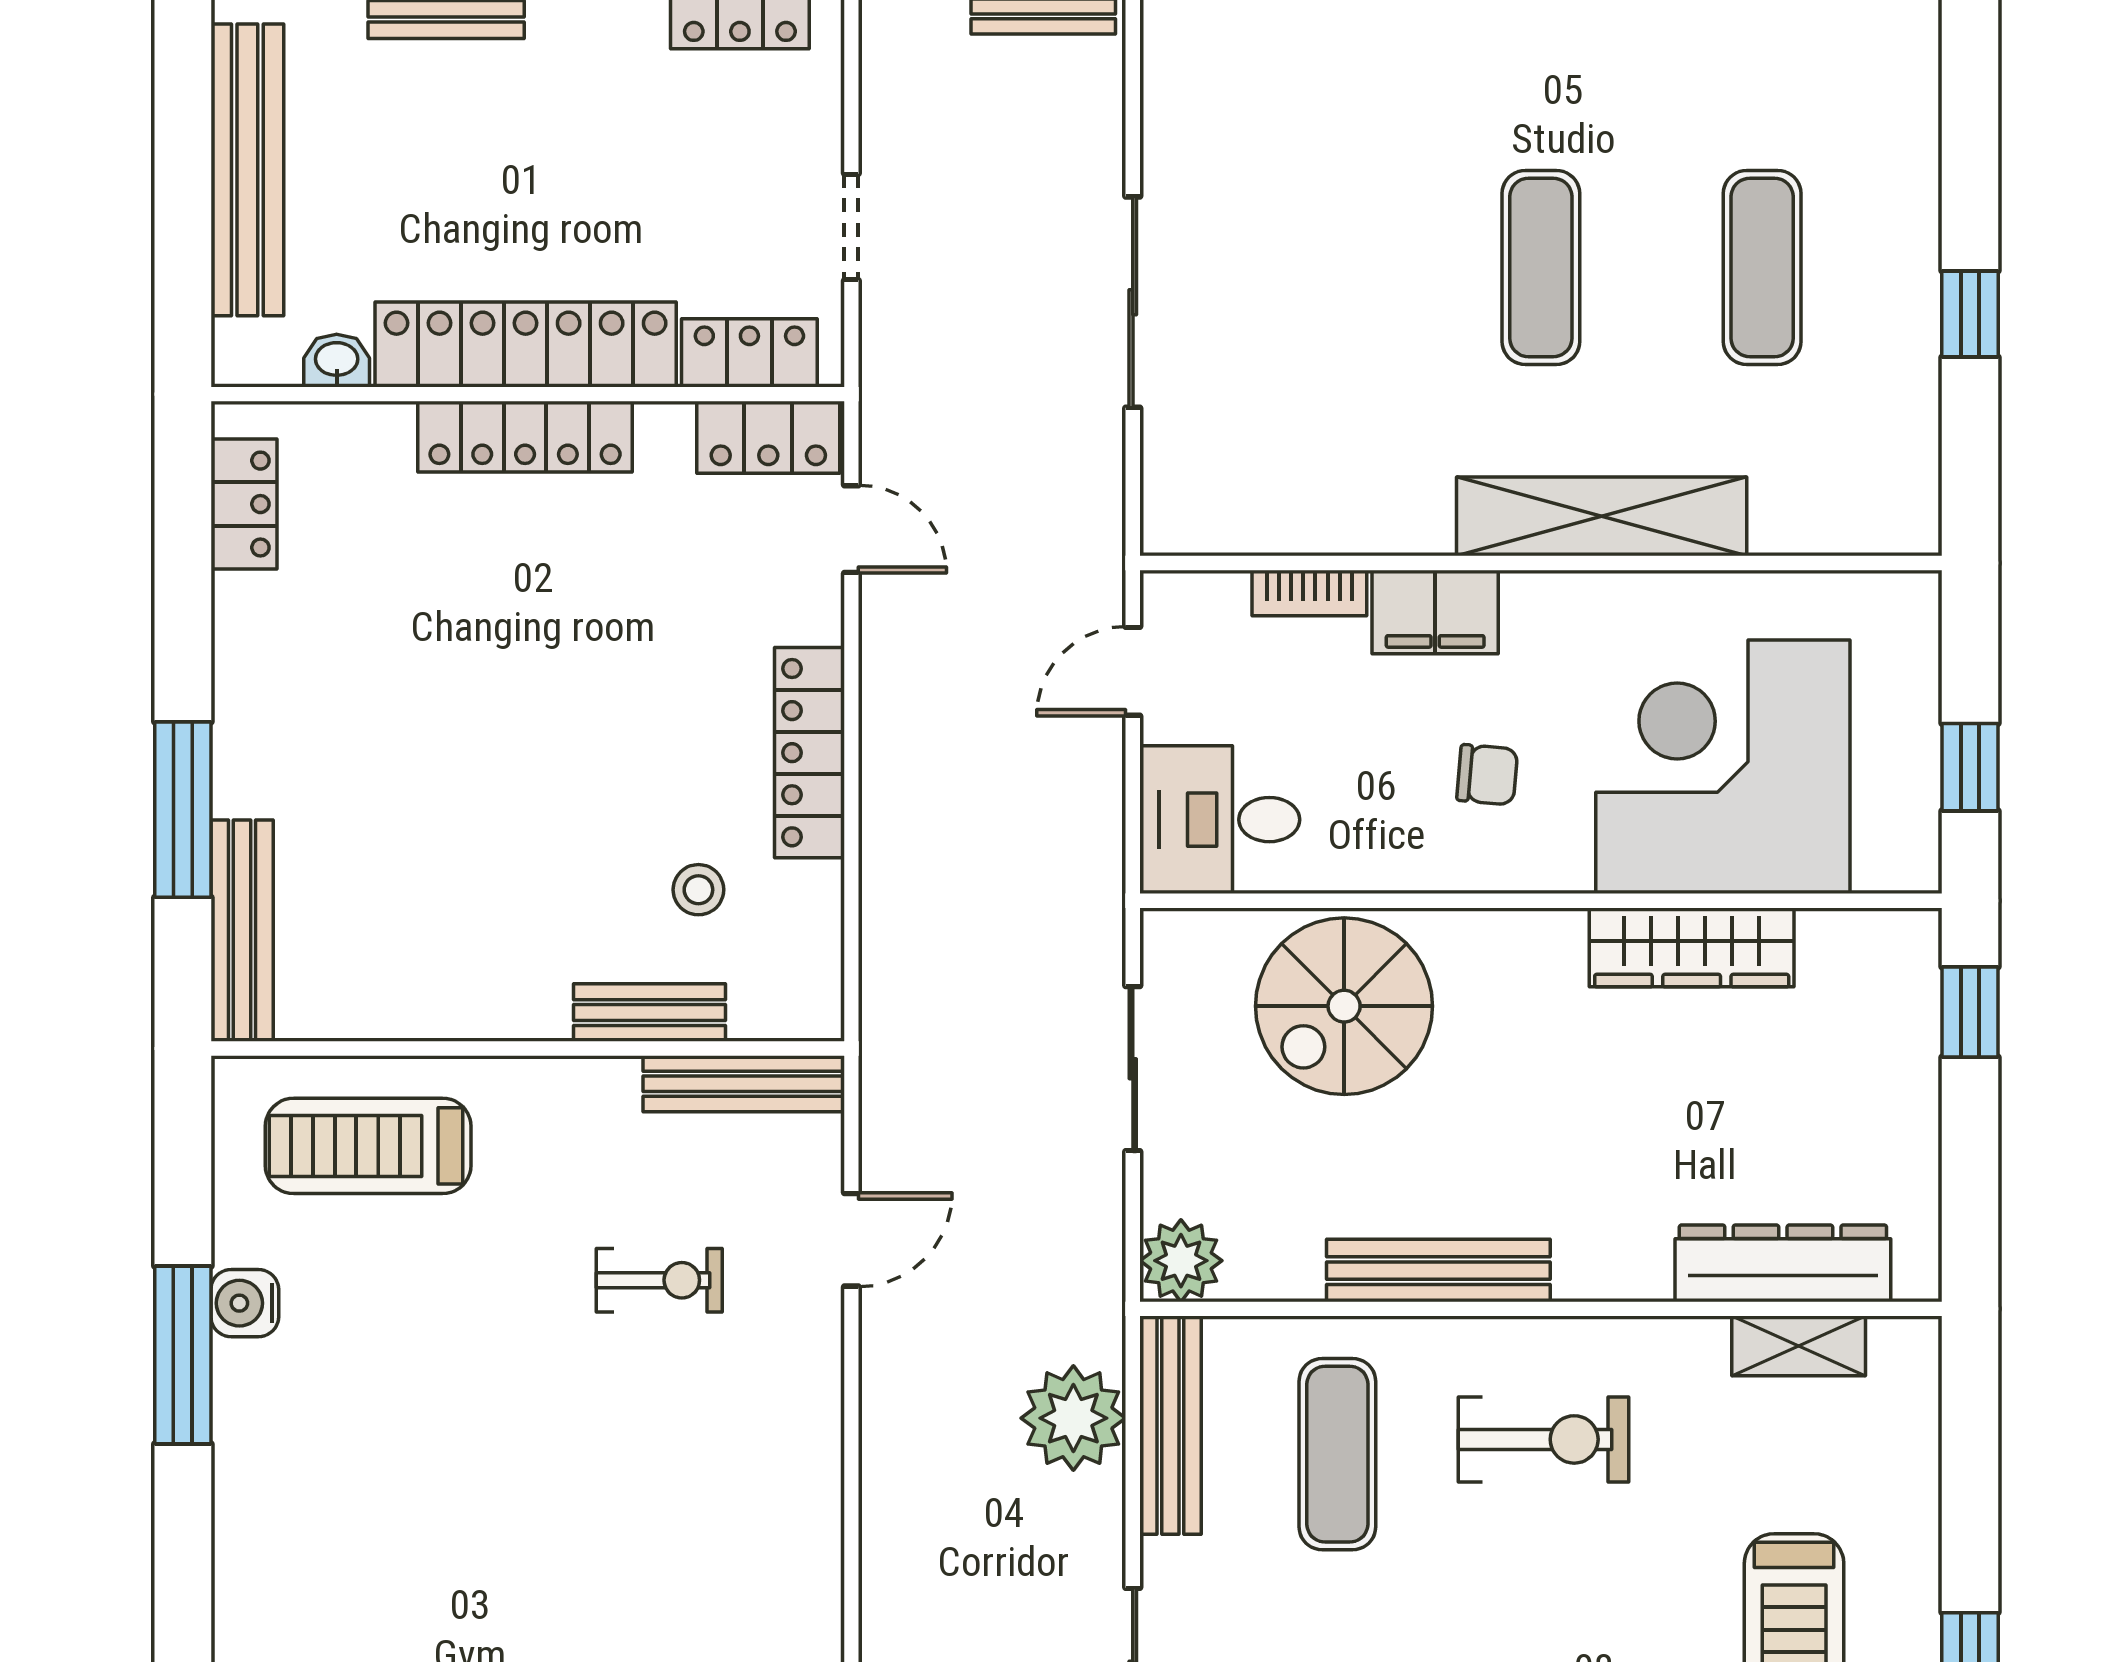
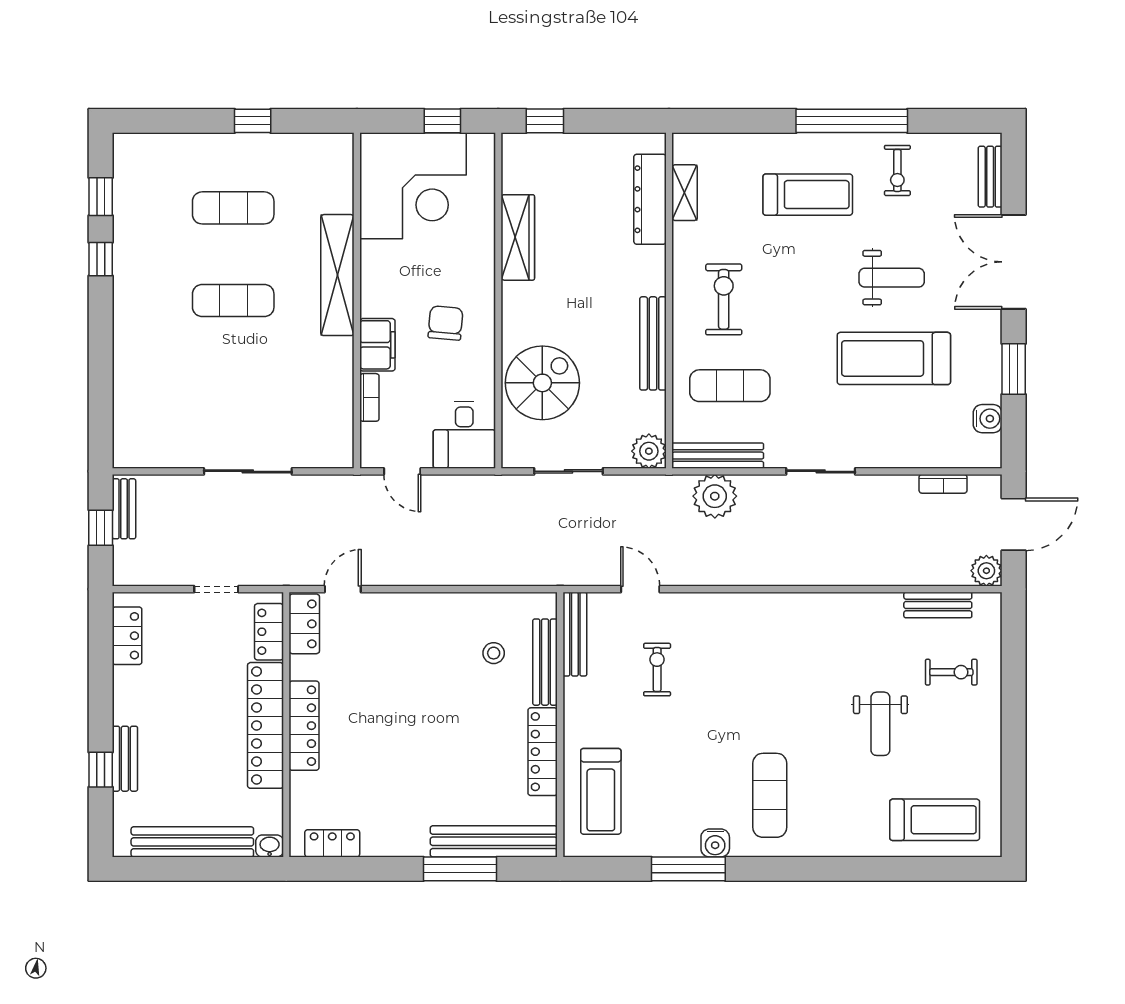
washbasin: (337, 361) -> (270, 846), moved, turned 90
locker: (809, 753) -> (543, 752), moved, turned 90
corner desk: (1723, 767) -> (413, 186), moved, turned -90
chair: (1487, 775) -> (446, 323), width x1.37, depth x1.37
bench: (242, 931) -> (494, 841), width x1.37, depth x1.21
spiral stairs: (1344, 1006) -> (542, 383), turned -90
bench: (650, 1013) -> (545, 662), width x1.36
water cooler: (245, 1303) -> (715, 843), moved
exercise mat: (359, 1549) -> (770, 795), added

